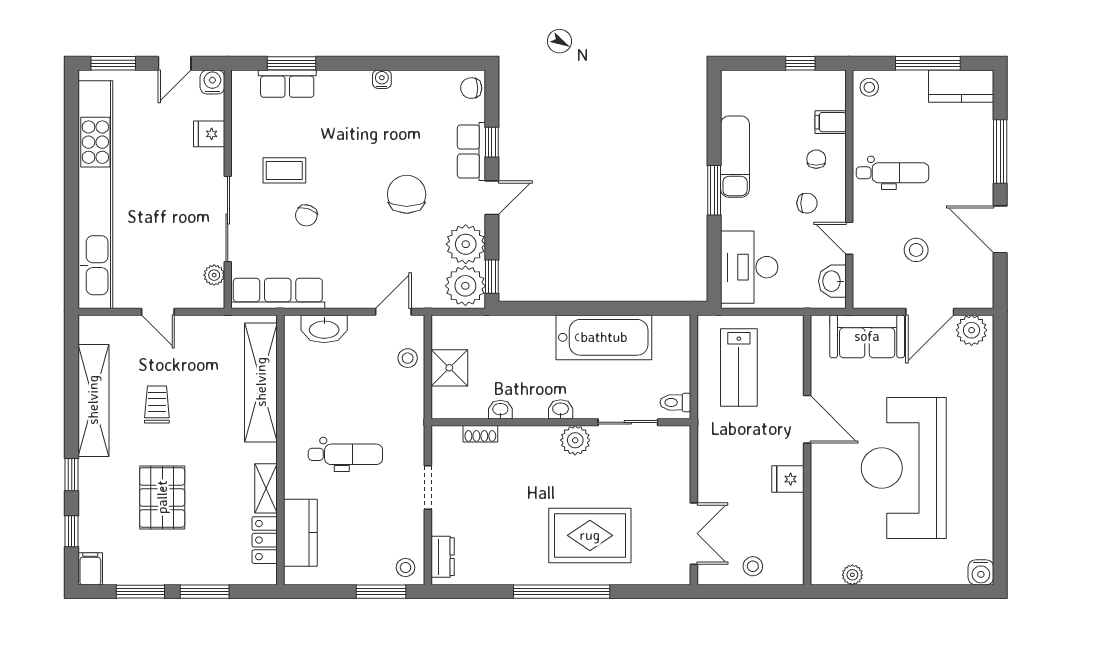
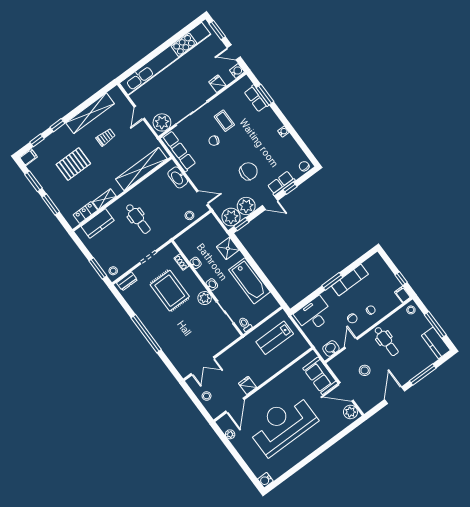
filing cabinet: (831, 122) -> (403, 294), moved
plant: (214, 275) -> (162, 122), width x1.88, depth x1.88
shower: (449, 368) -> (228, 248), moved
door: (807, 419) -> (235, 405), moved
rug: (590, 535) -> (170, 291), moved

